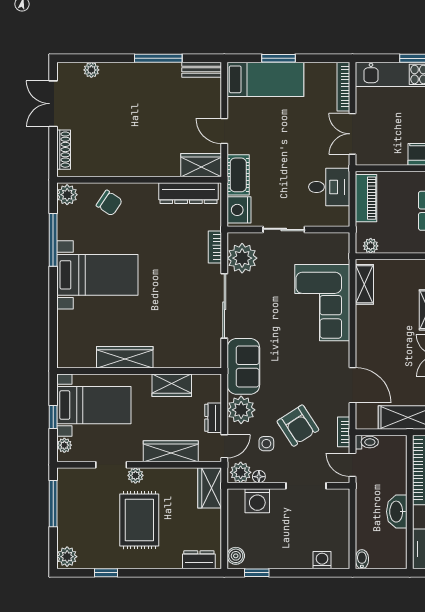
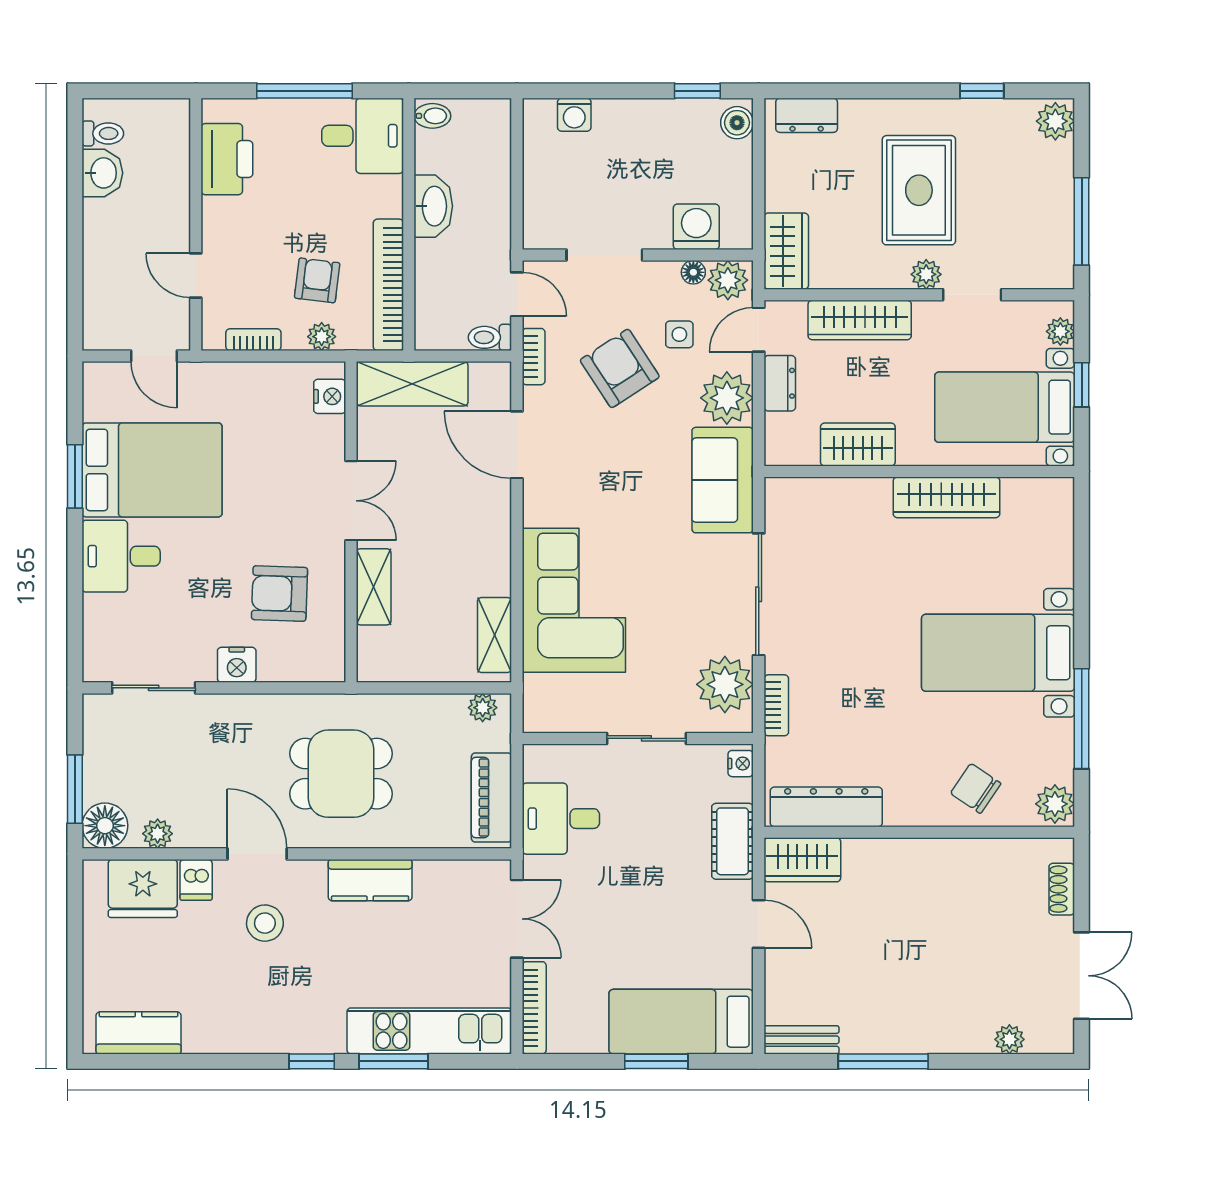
shoe rack: (64, 150) -> (1062, 889), width x0.70
nightstand: (239, 210) -> (741, 764), width x0.53, depth x0.56
bidet: (362, 559) -> (432, 116), moved, turned -90

